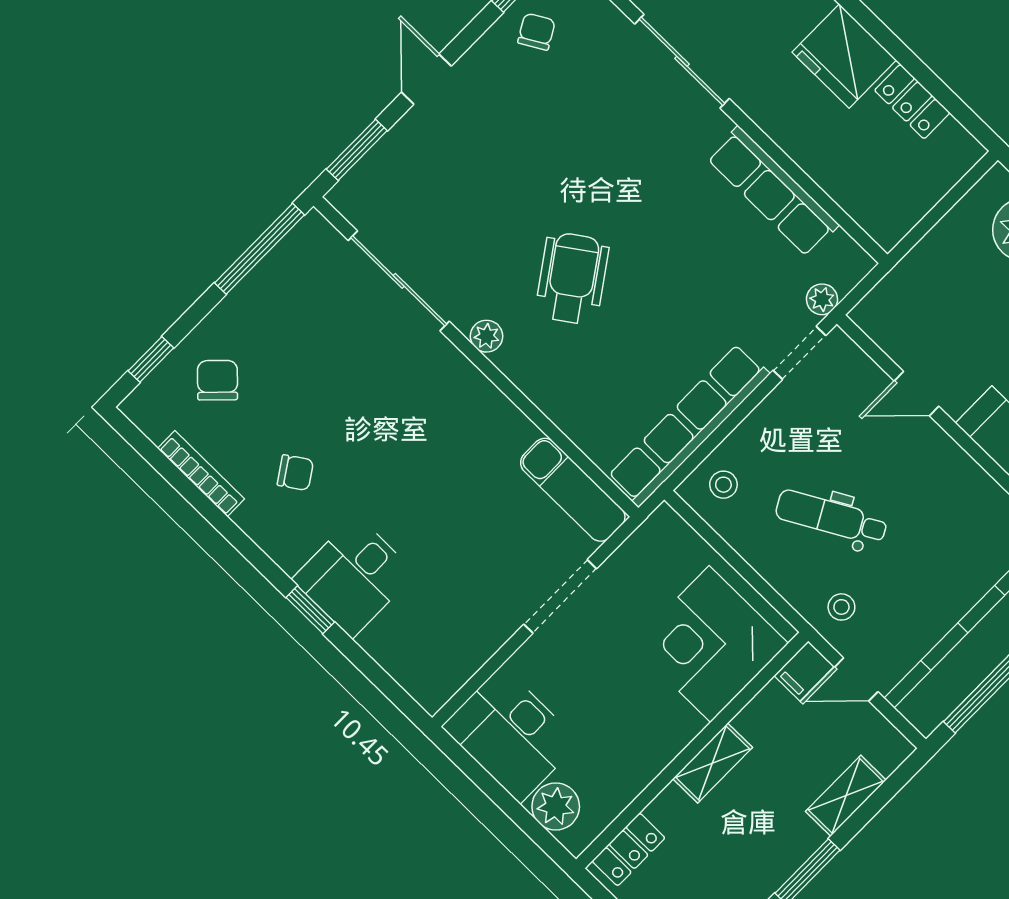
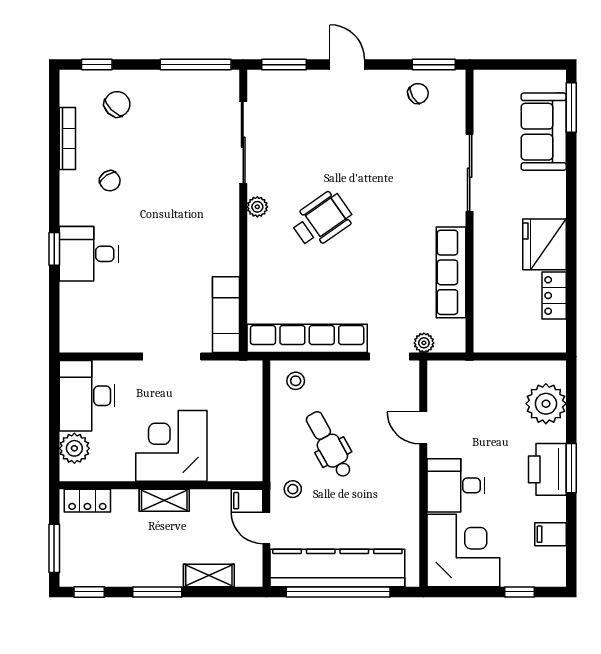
door: (426, 79) -> (347, 65), hinge flipped
corner desk: (710, 644) -> (171, 446), moved

